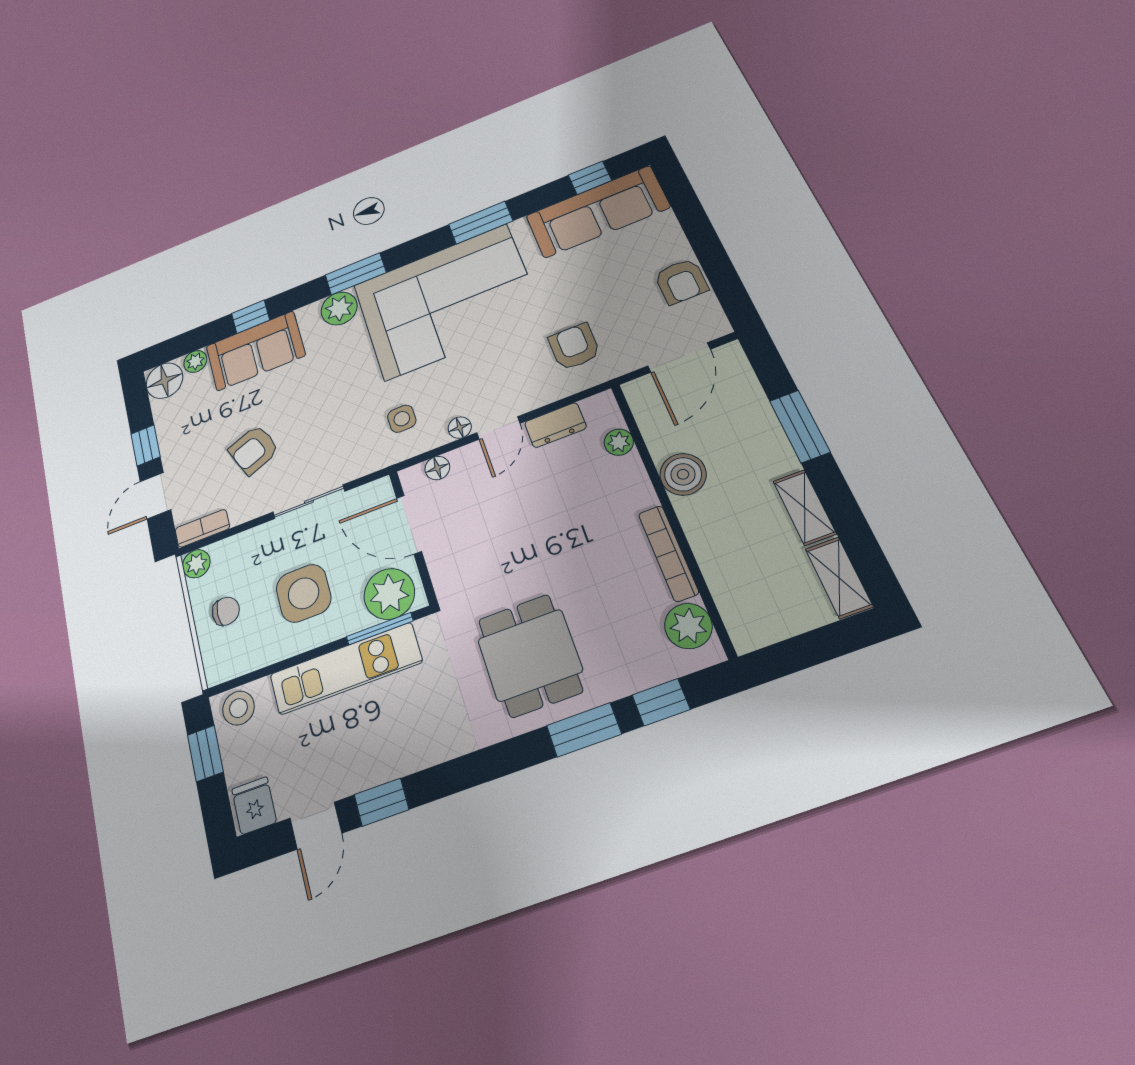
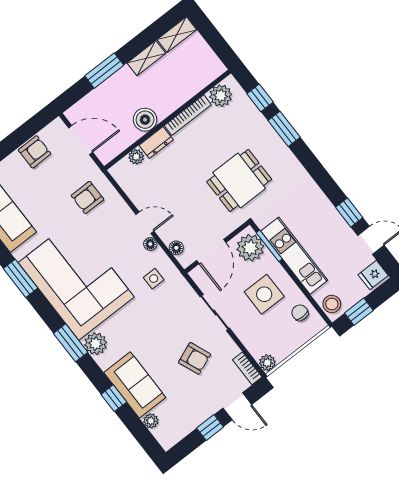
floor lamp: (164, 381) -> (168, 435), removed
dresser: (555, 425) -> (156, 143), moved, turned 90
chair: (226, 611) -> (300, 313), moved
dining table: (530, 655) -> (239, 180), moved

